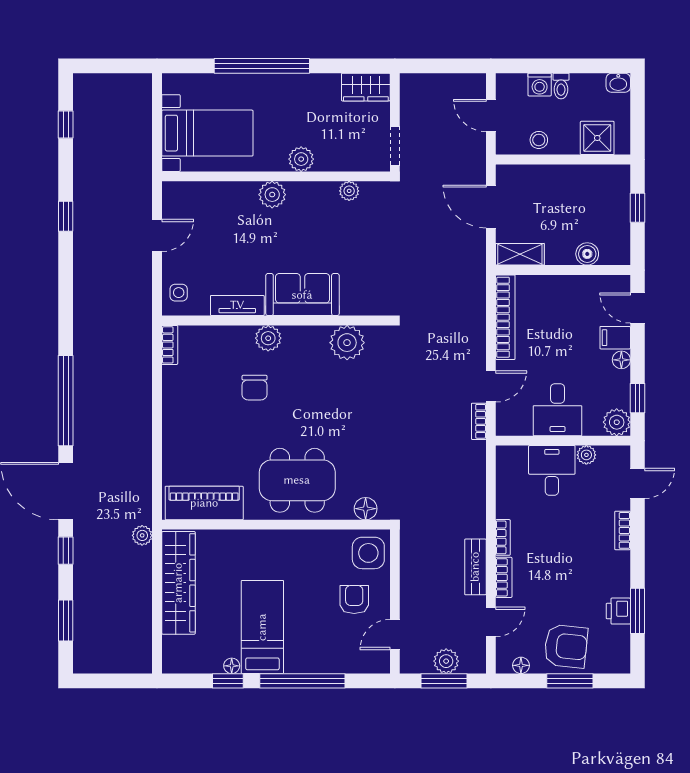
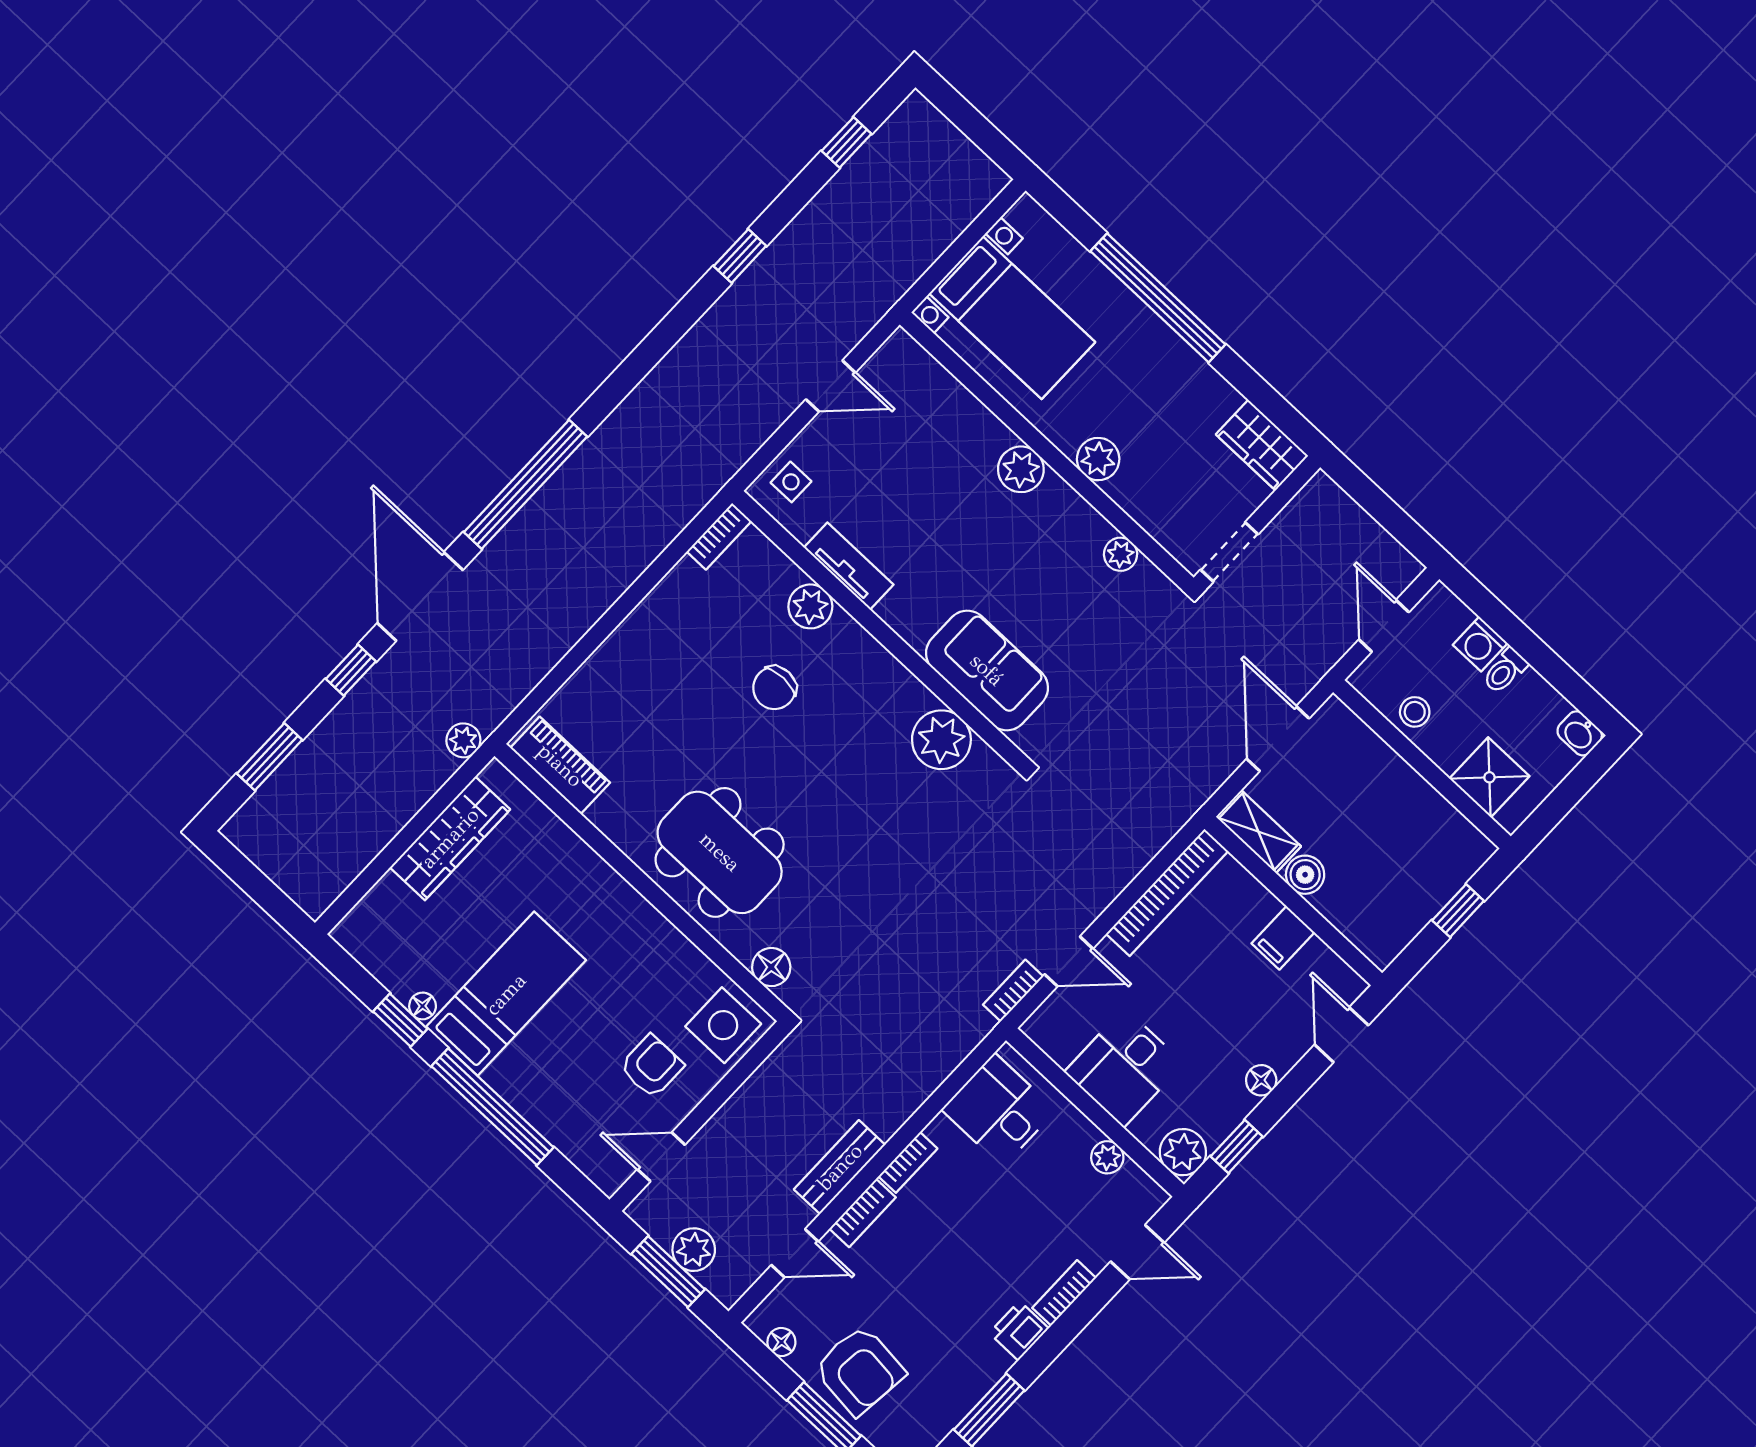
boiler: (587, 254) -> (1305, 875), moved
sofa: (302, 295) -> (987, 670), moved
plant: (268, 338) -> (810, 606), moved
filing cabinet: (615, 338) -> (1283, 938), moved, turned -90
desk: (552, 470) -> (999, 1110), moved, turned -90
piano: (204, 503) -> (560, 765), width x0.73, depth x0.75
wardrobe: (178, 583) -> (450, 838), width x0.71, depth x0.85
printer: (618, 611) -> (1019, 1331), moved

